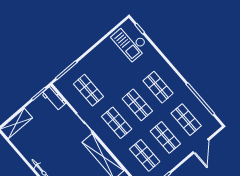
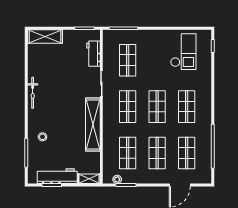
checkout: (130, 42) -> (183, 52), moved, turned 180
workbench: (54, 98) -> (93, 54), moved

